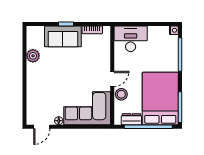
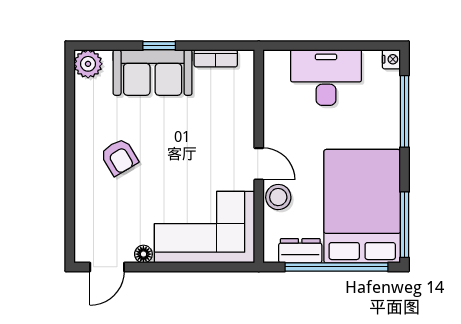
desk: (131, 39) -> (326, 78), moved
plant: (33, 56) -> (88, 64), moved
armchair: (47, 76) -> (119, 157), added
door: (112, 79) -> (259, 164), hinge flipped

